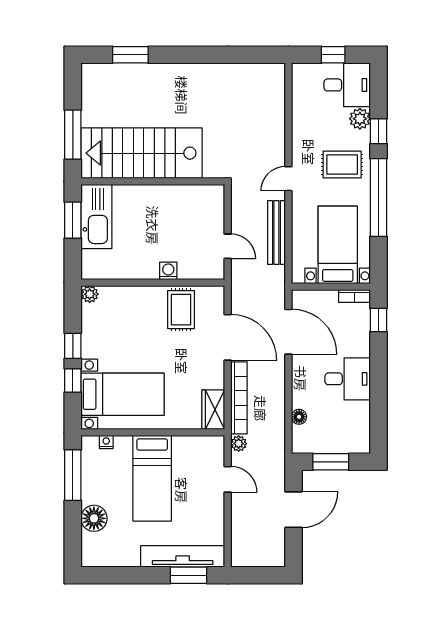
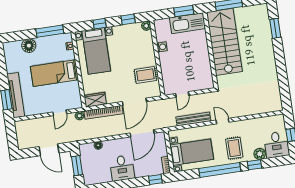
washing machine: (168, 271) -> (162, 47), moved
window: (73, 346) -> (128, 19), moved

